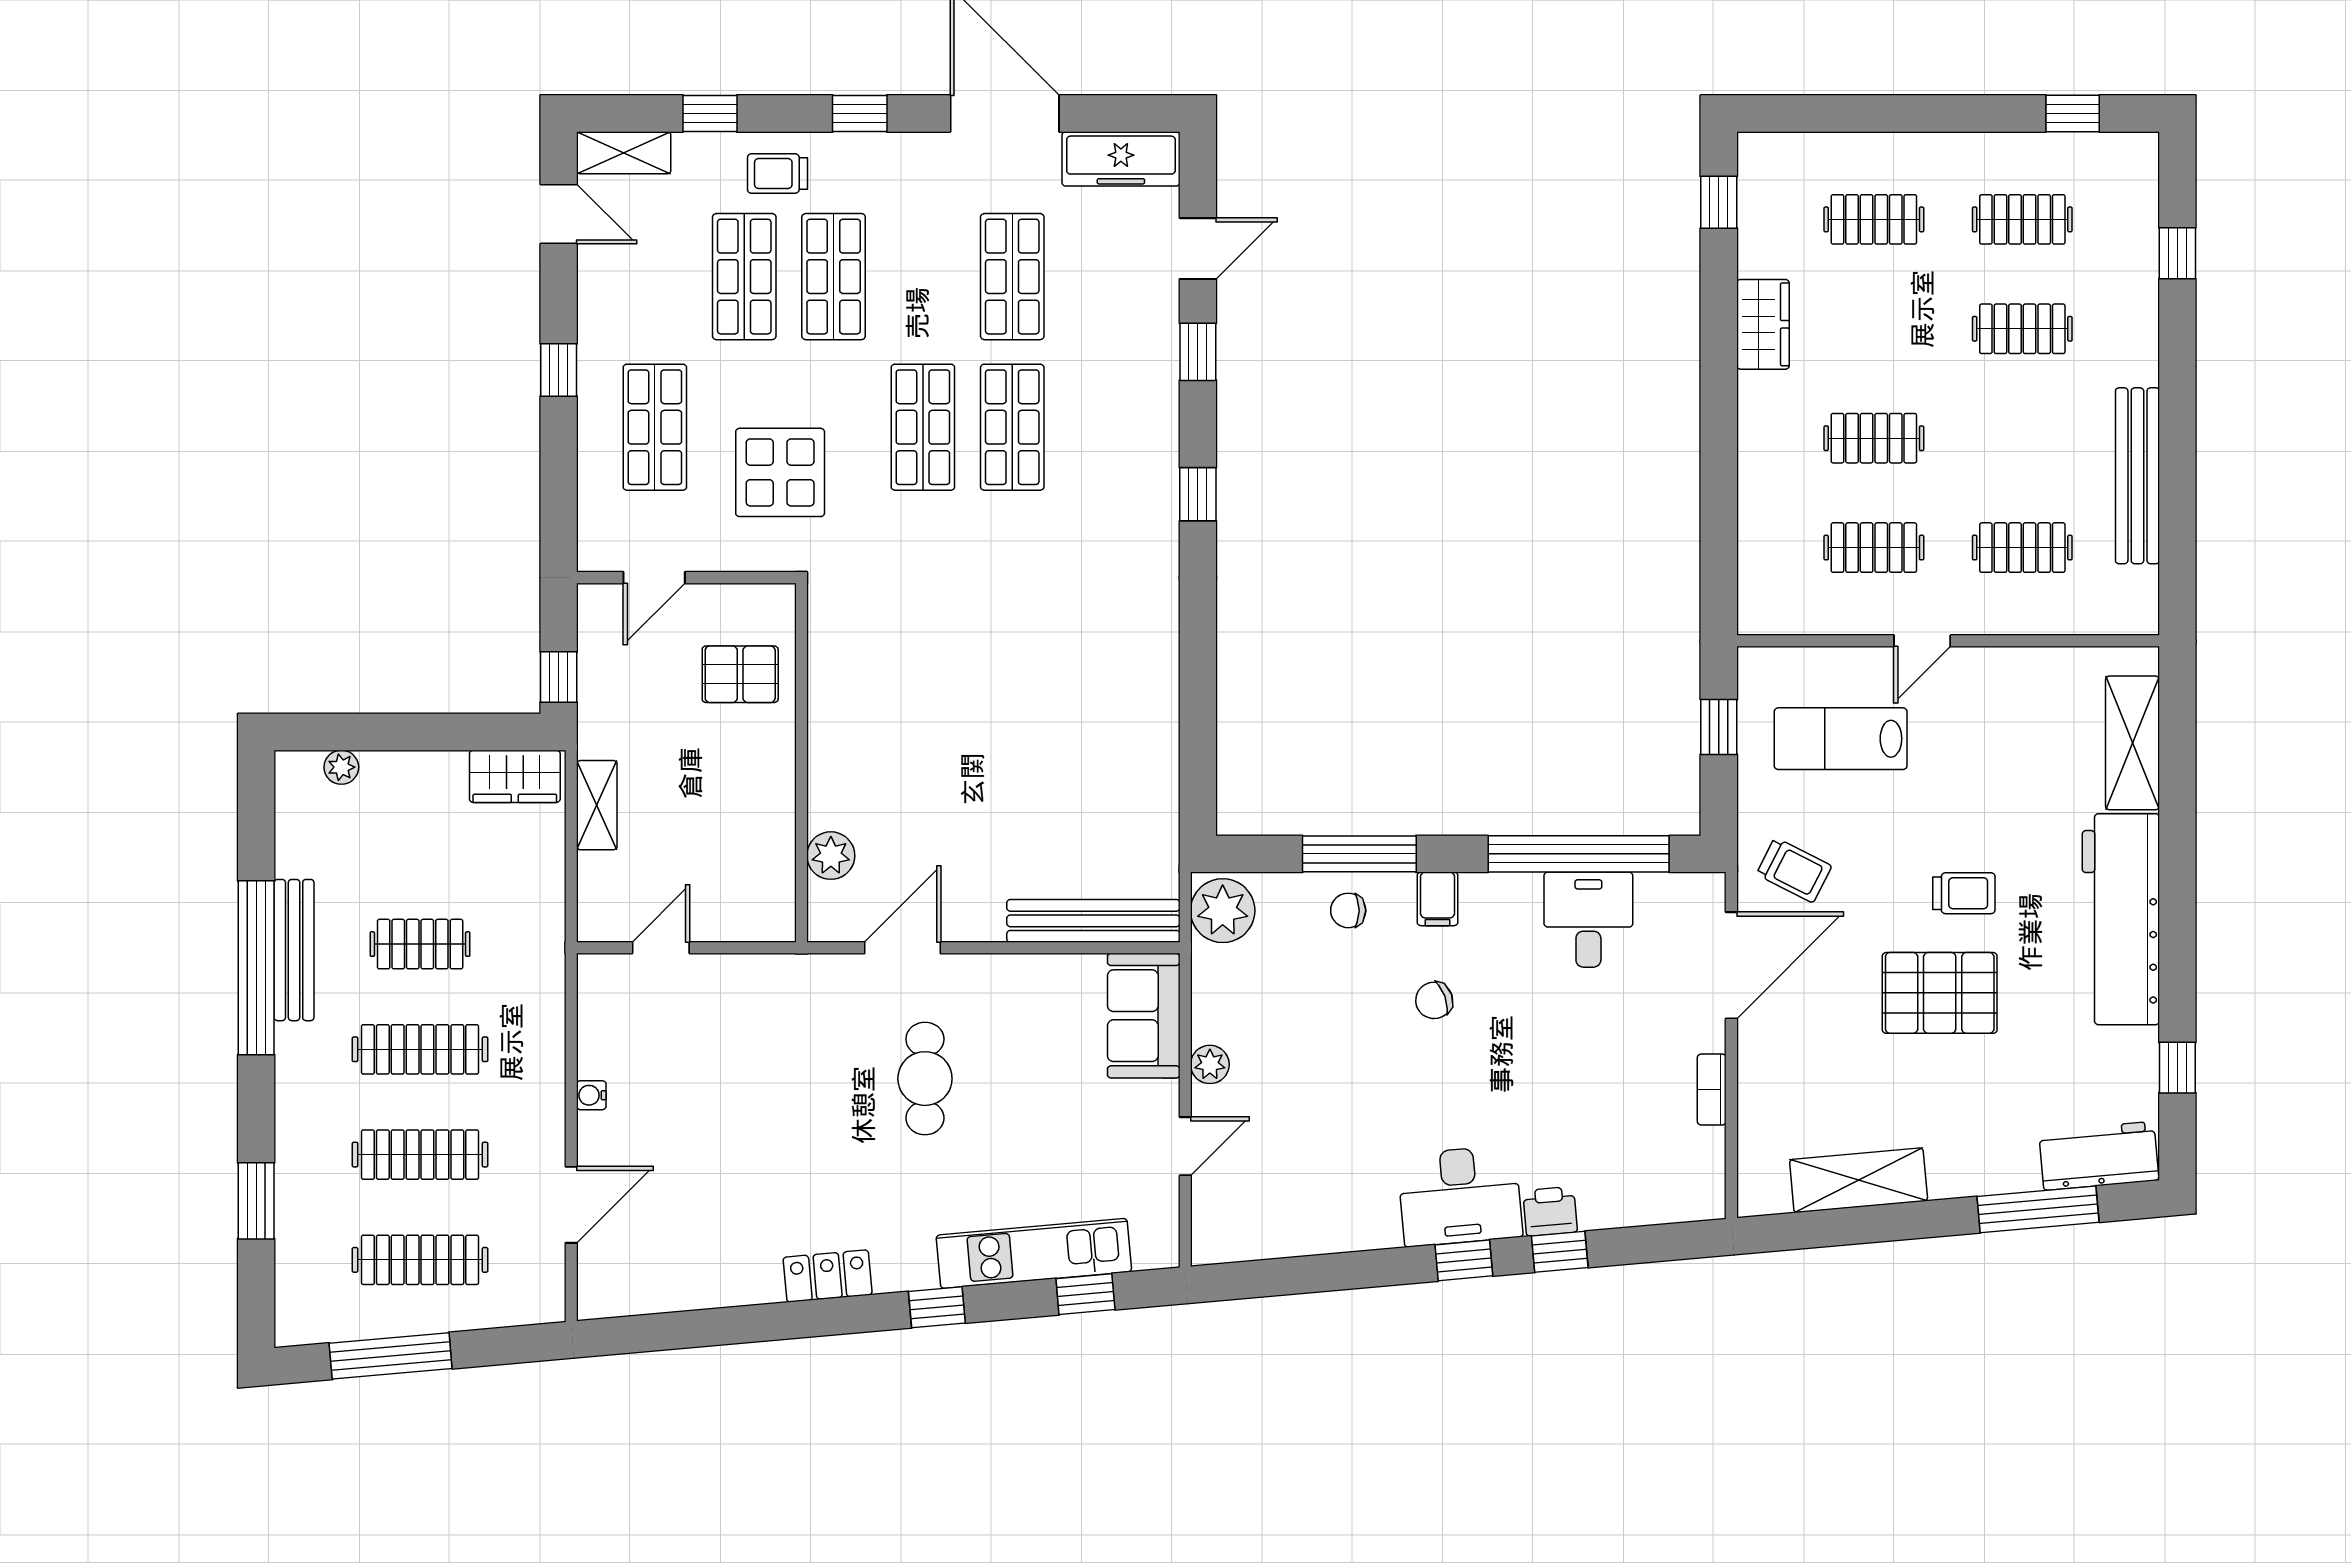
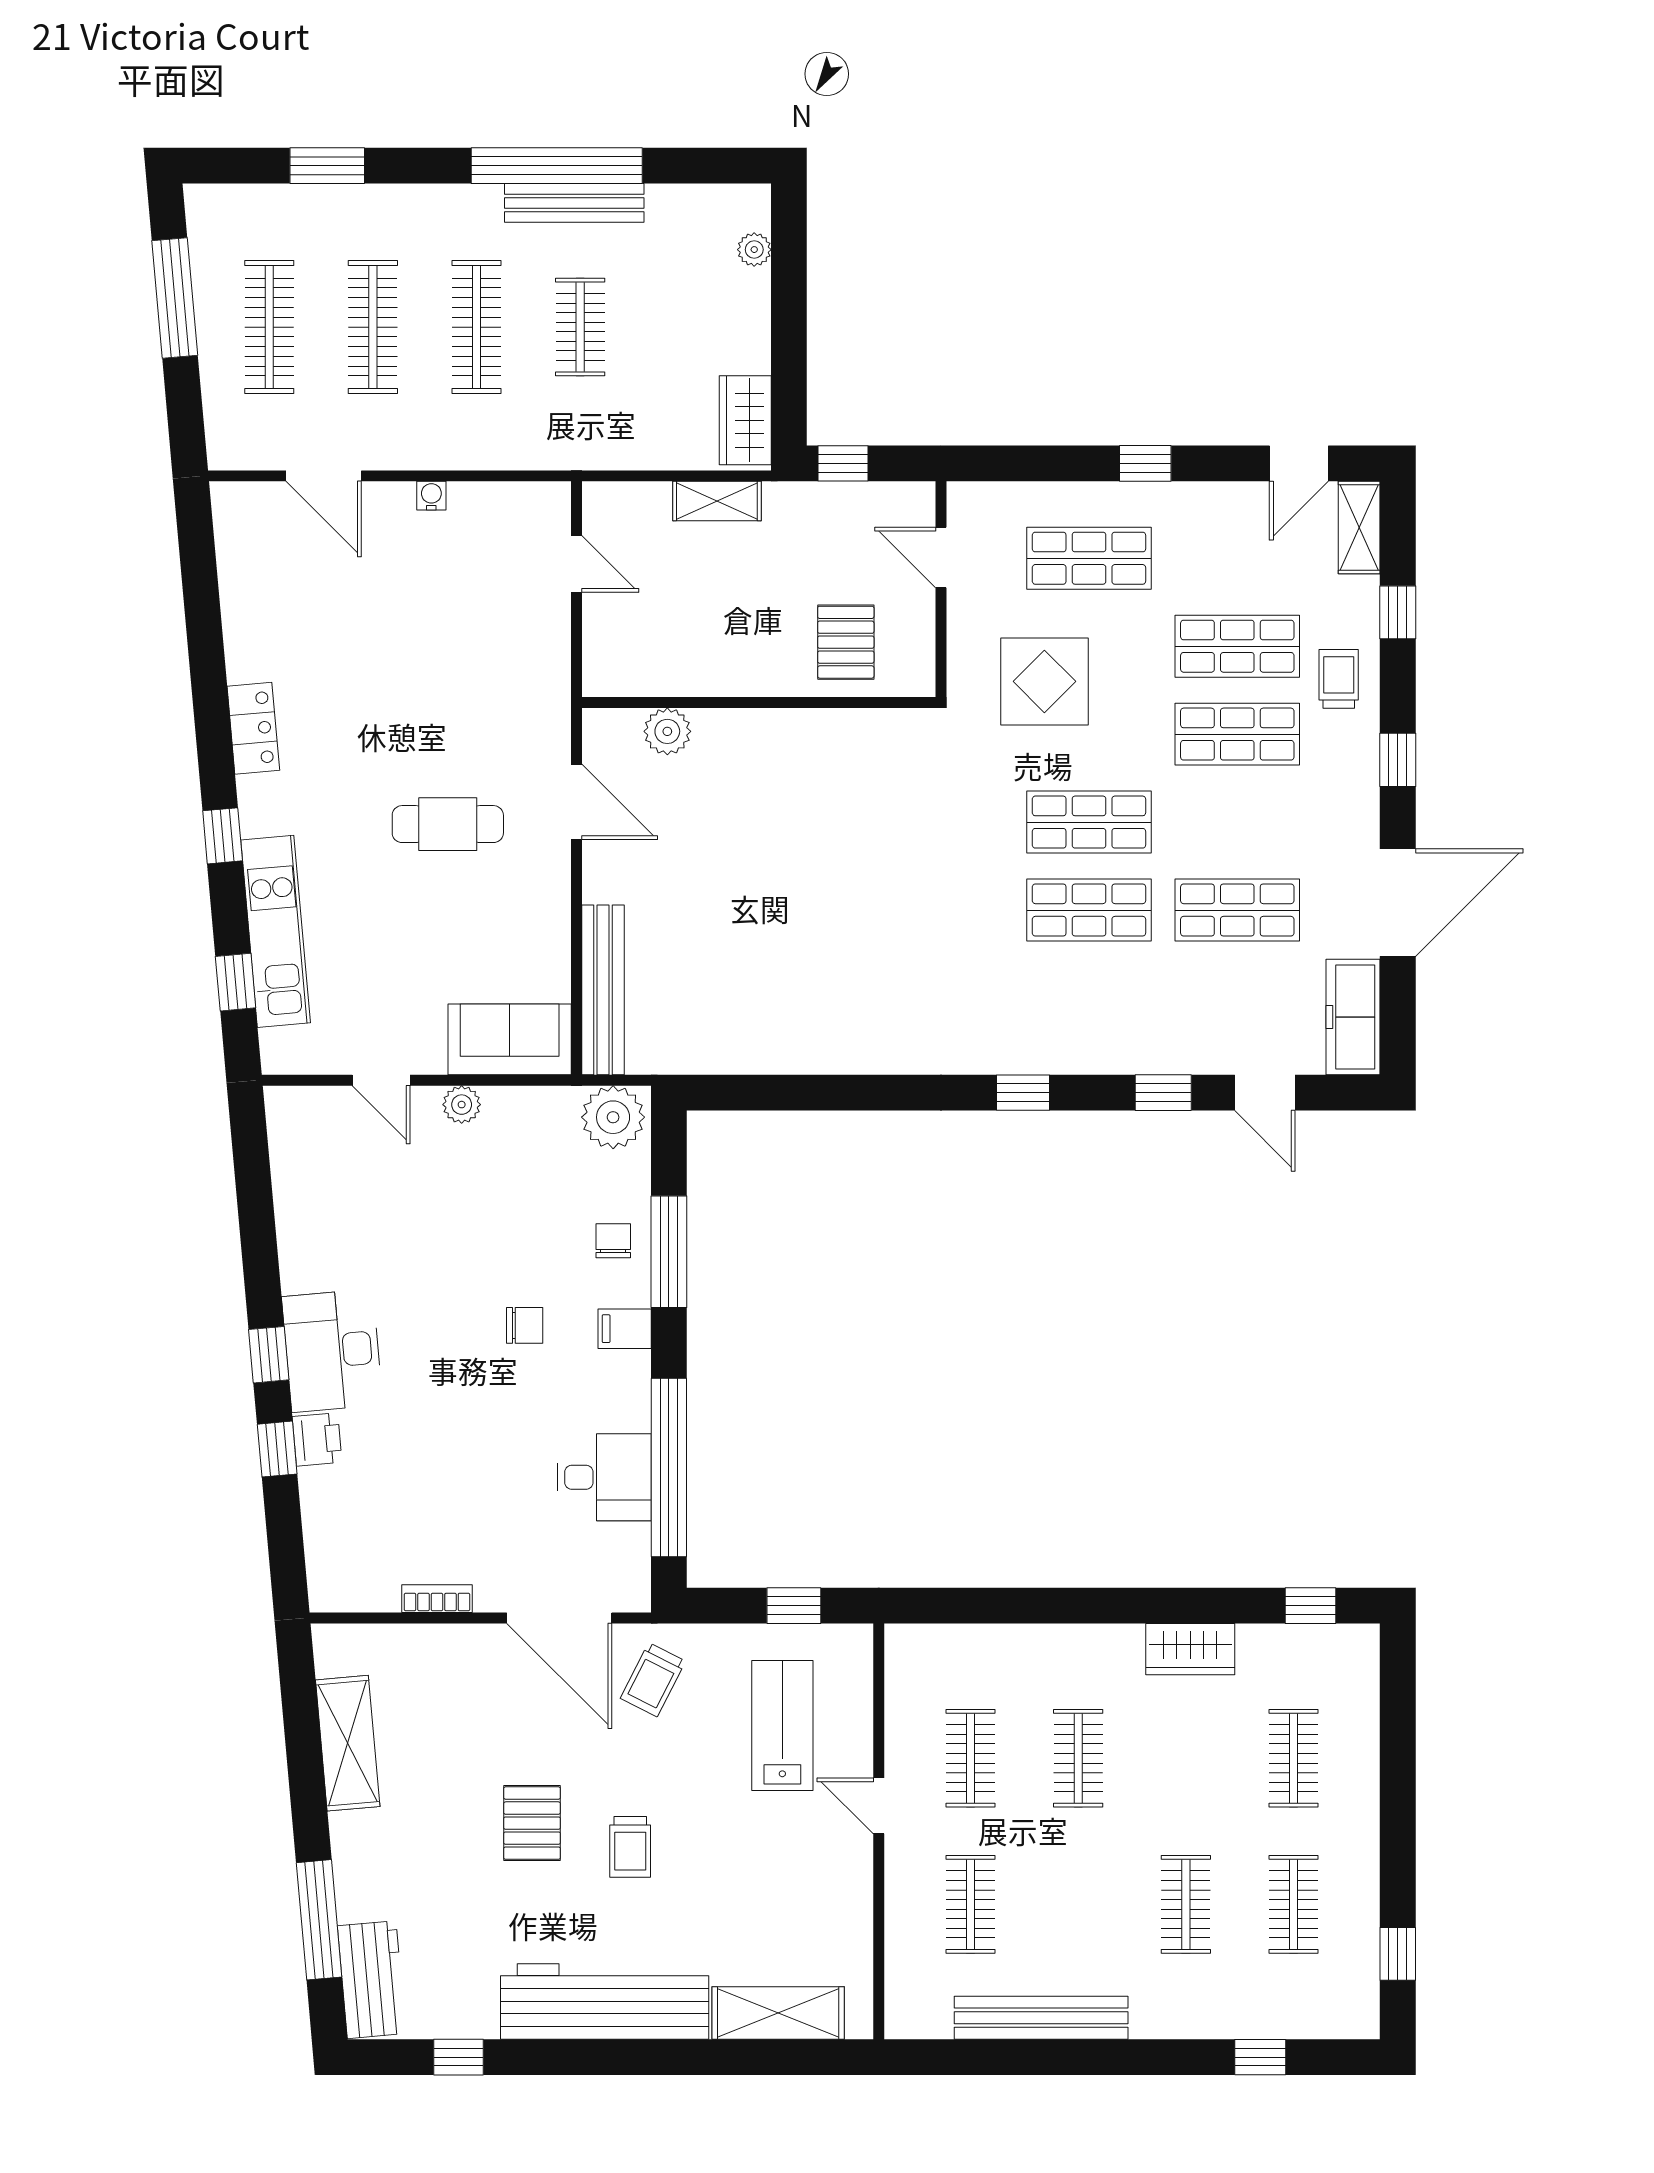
pallet: (1940, 993) -> (532, 1823), width x0.67, depth x0.71
chair: (1434, 1000) -> (525, 1325), turned 110

